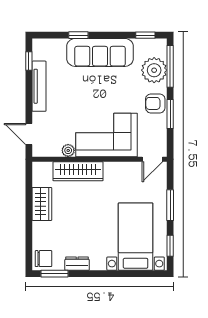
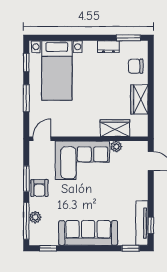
window: (78, 35) -> (131, 248), moved
plant: (154, 70) -> (35, 217), width x0.53, depth x0.53
tv unit: (39, 86) -> (142, 223), moved
armchair: (155, 103) -> (39, 188), turned 90
wardrobe: (78, 171) -> (115, 128), width x0.67
chair: (44, 259) -> (136, 66), moved

